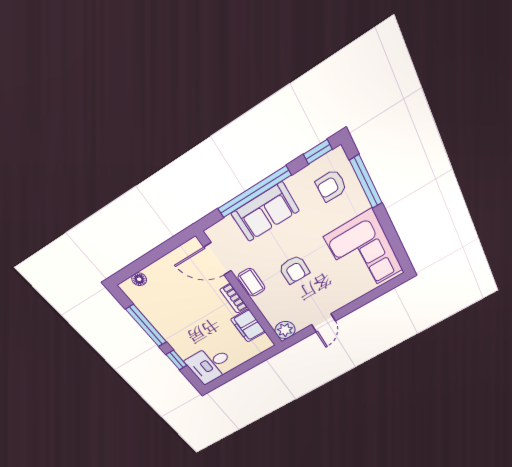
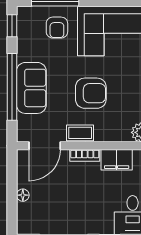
armchair: (331, 186) -> (57, 28), moved
armchair: (294, 270) -> (91, 93), width x1.38, depth x1.38
floor lamp: (139, 279) -> (23, 195), moved

